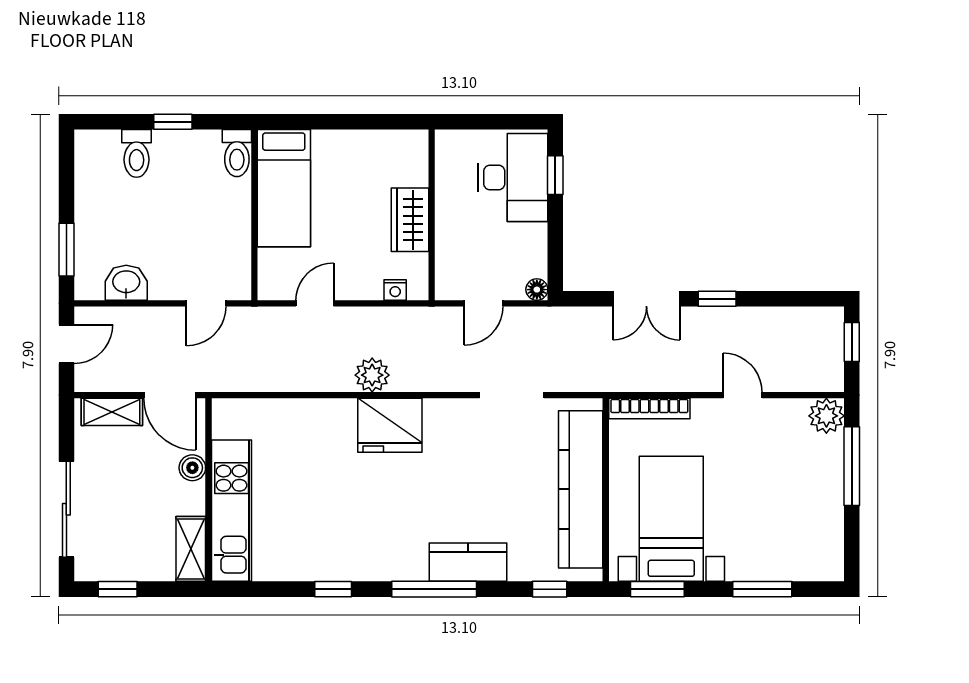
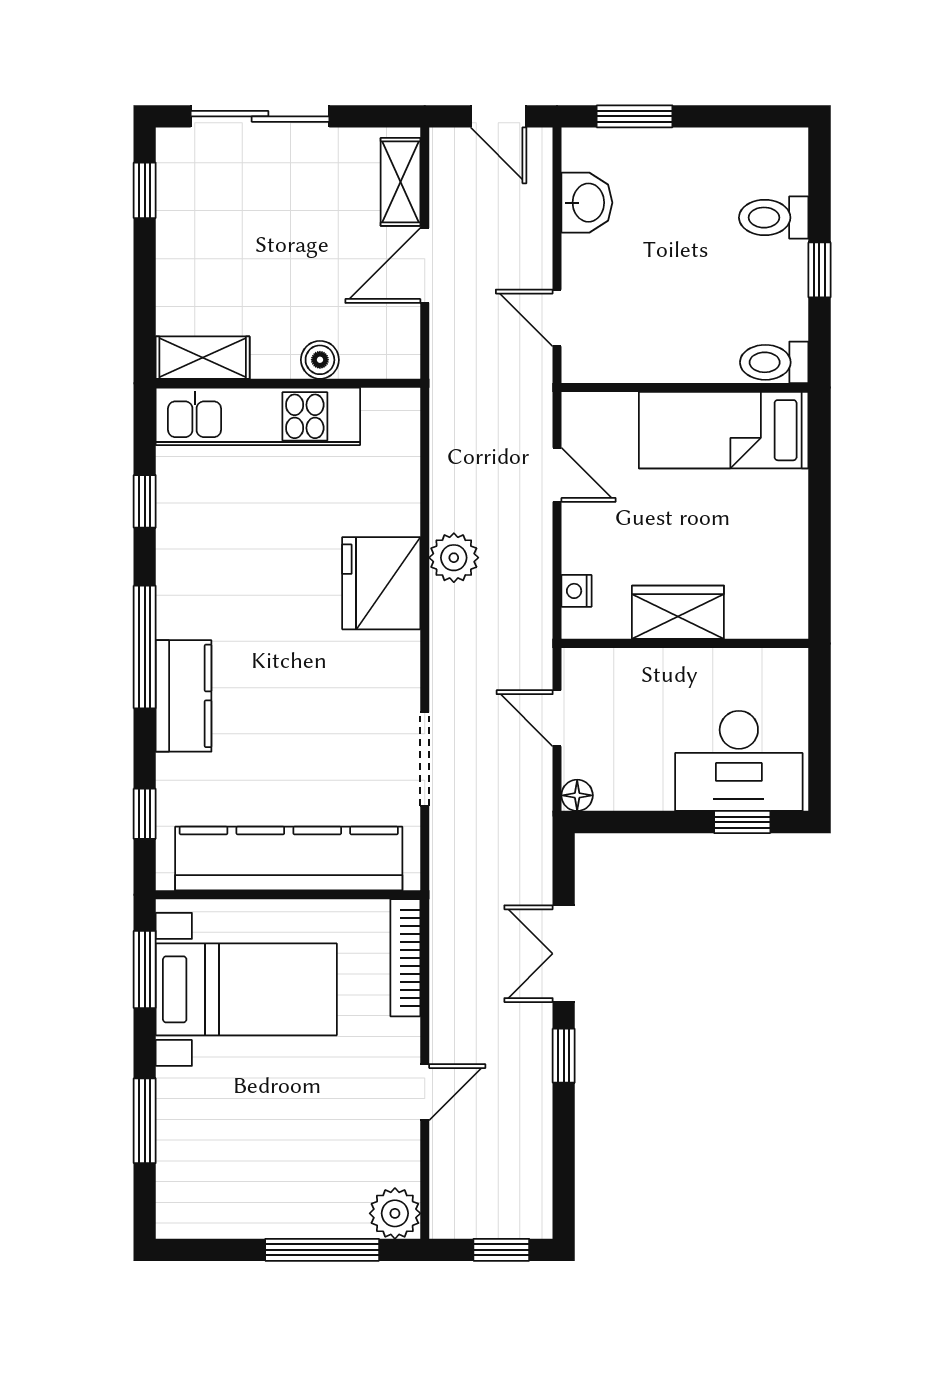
boiler: (192, 468) -> (320, 360), moved
wall: (209, 490) -> (288, 383), moved
kitchen unit: (232, 511) -> (258, 416), moved
shelving: (191, 549) -> (203, 358), moved

